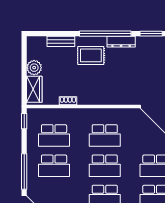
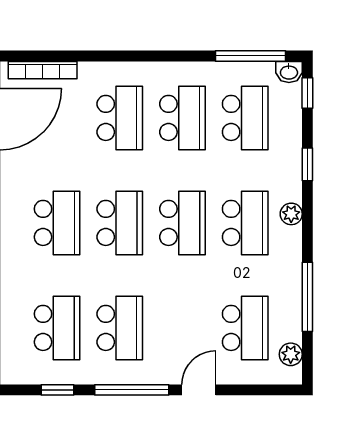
window: (24, 121) -> (57, 390), moved

